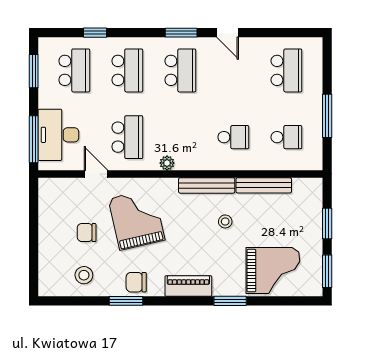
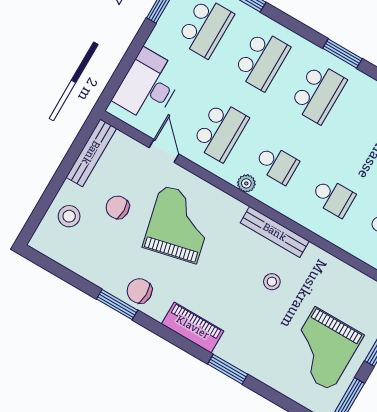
school desk: (180, 137) -> (277, 164), added
window: (34, 139) -> (119, 75), removed
bench: (264, 185) -> (91, 153), moved, turned 90
grand piano: (273, 271) -> (323, 349), moved, turned 90
stool: (84, 275) -> (69, 216), moved

